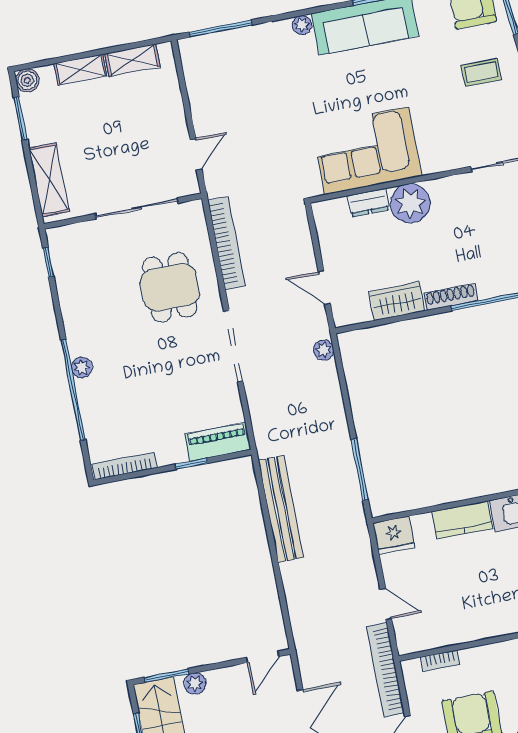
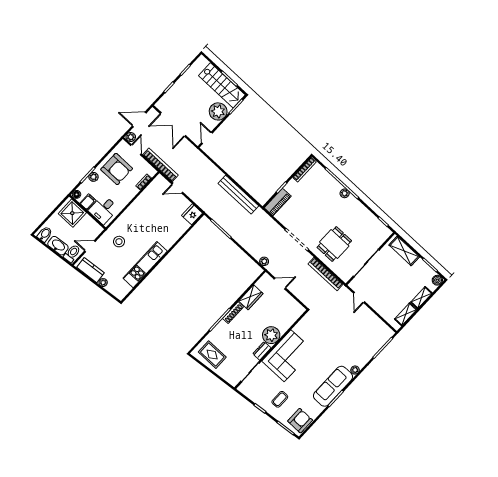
corner sofa: (367, 151) -> (288, 356), moved
dresser: (368, 203) -> (262, 351), moved
dining table: (170, 287) -> (334, 244), turned 90
kitchen counter: (462, 520) -> (172, 237), removed
plant: (195, 684) -> (218, 111), width x1.87, depth x1.87

